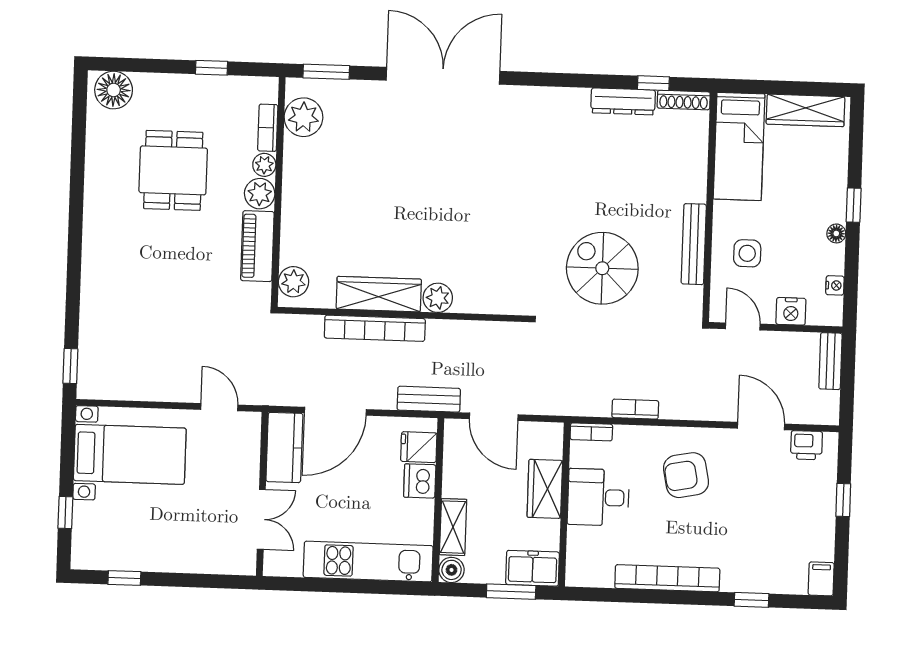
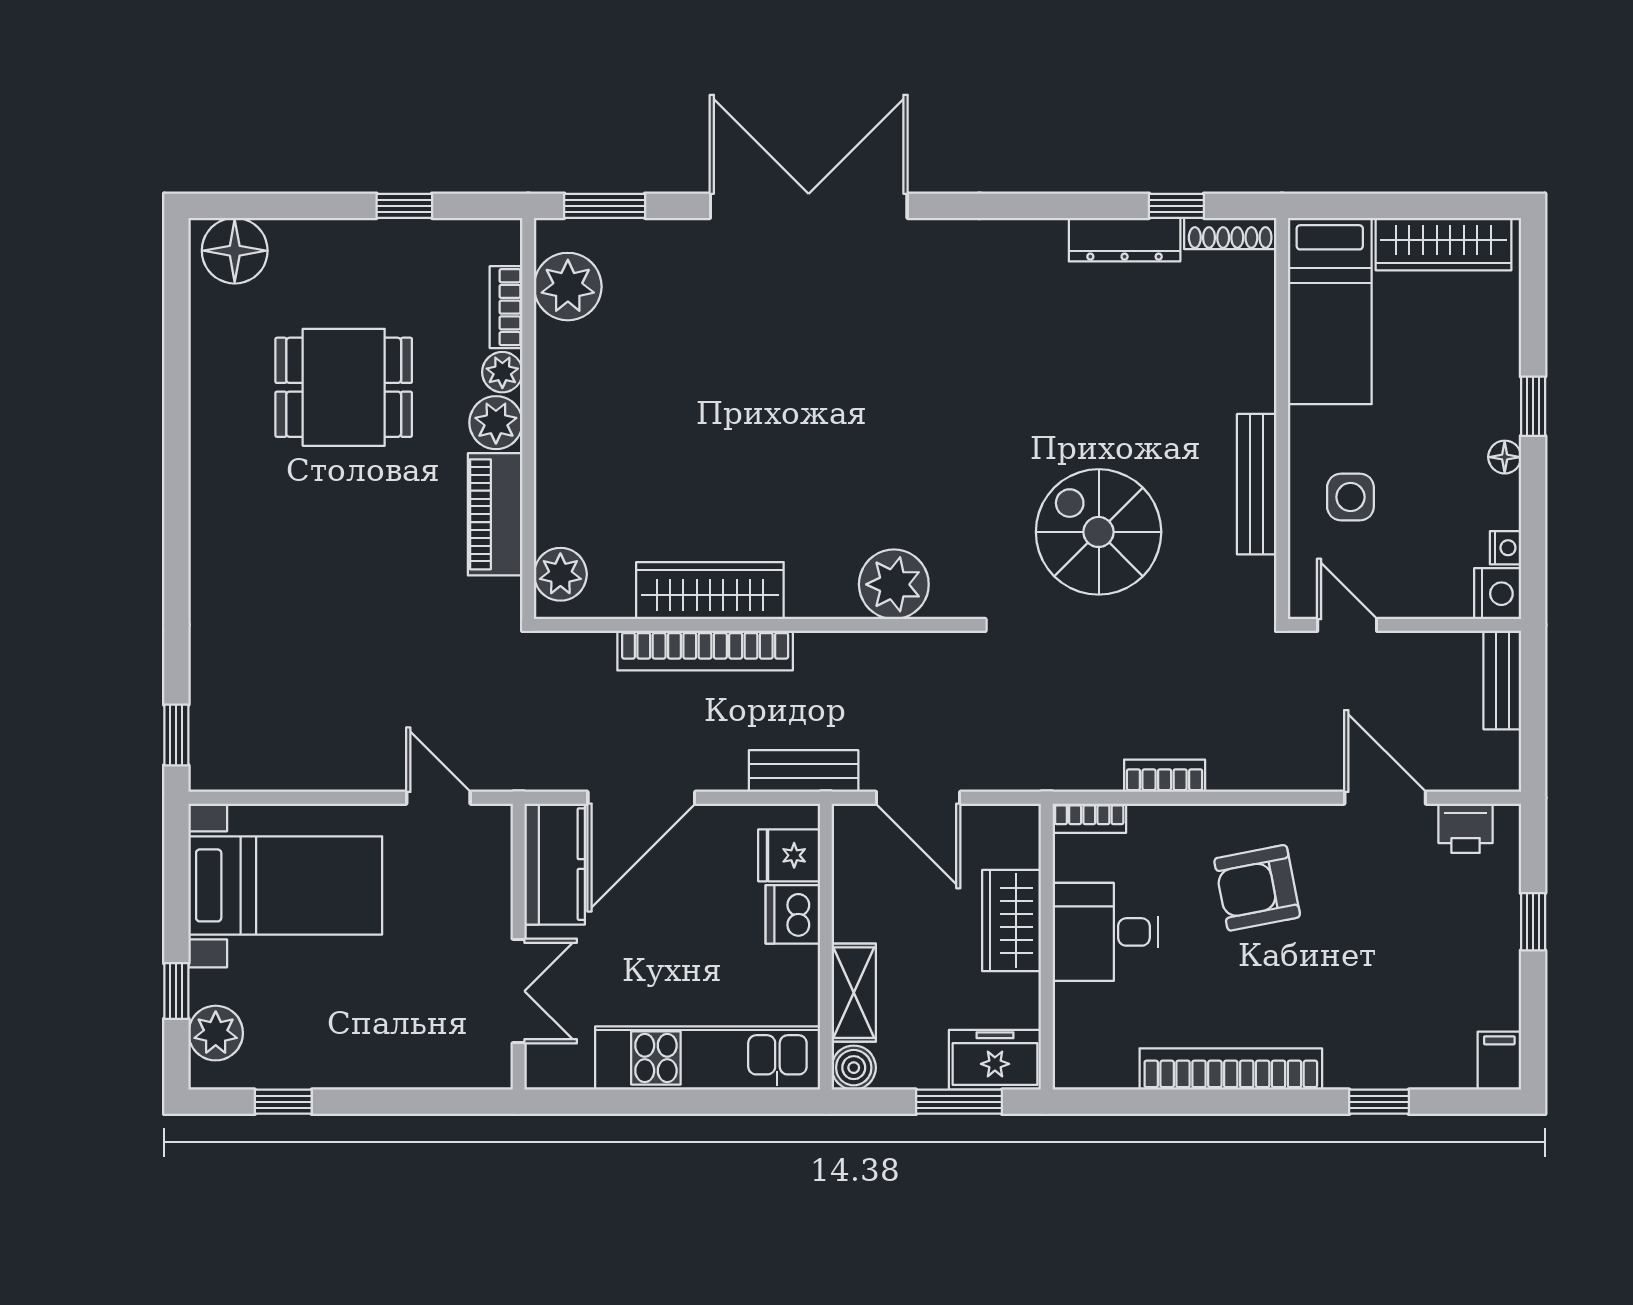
dining table: (173, 170) -> (344, 387), turned 90
plant: (438, 298) -> (894, 584), moved, width x1.36, depth x1.36
nightstand: (791, 311) -> (1498, 594), moved, turned -90
plant: (87, 537) -> (216, 1033), added

